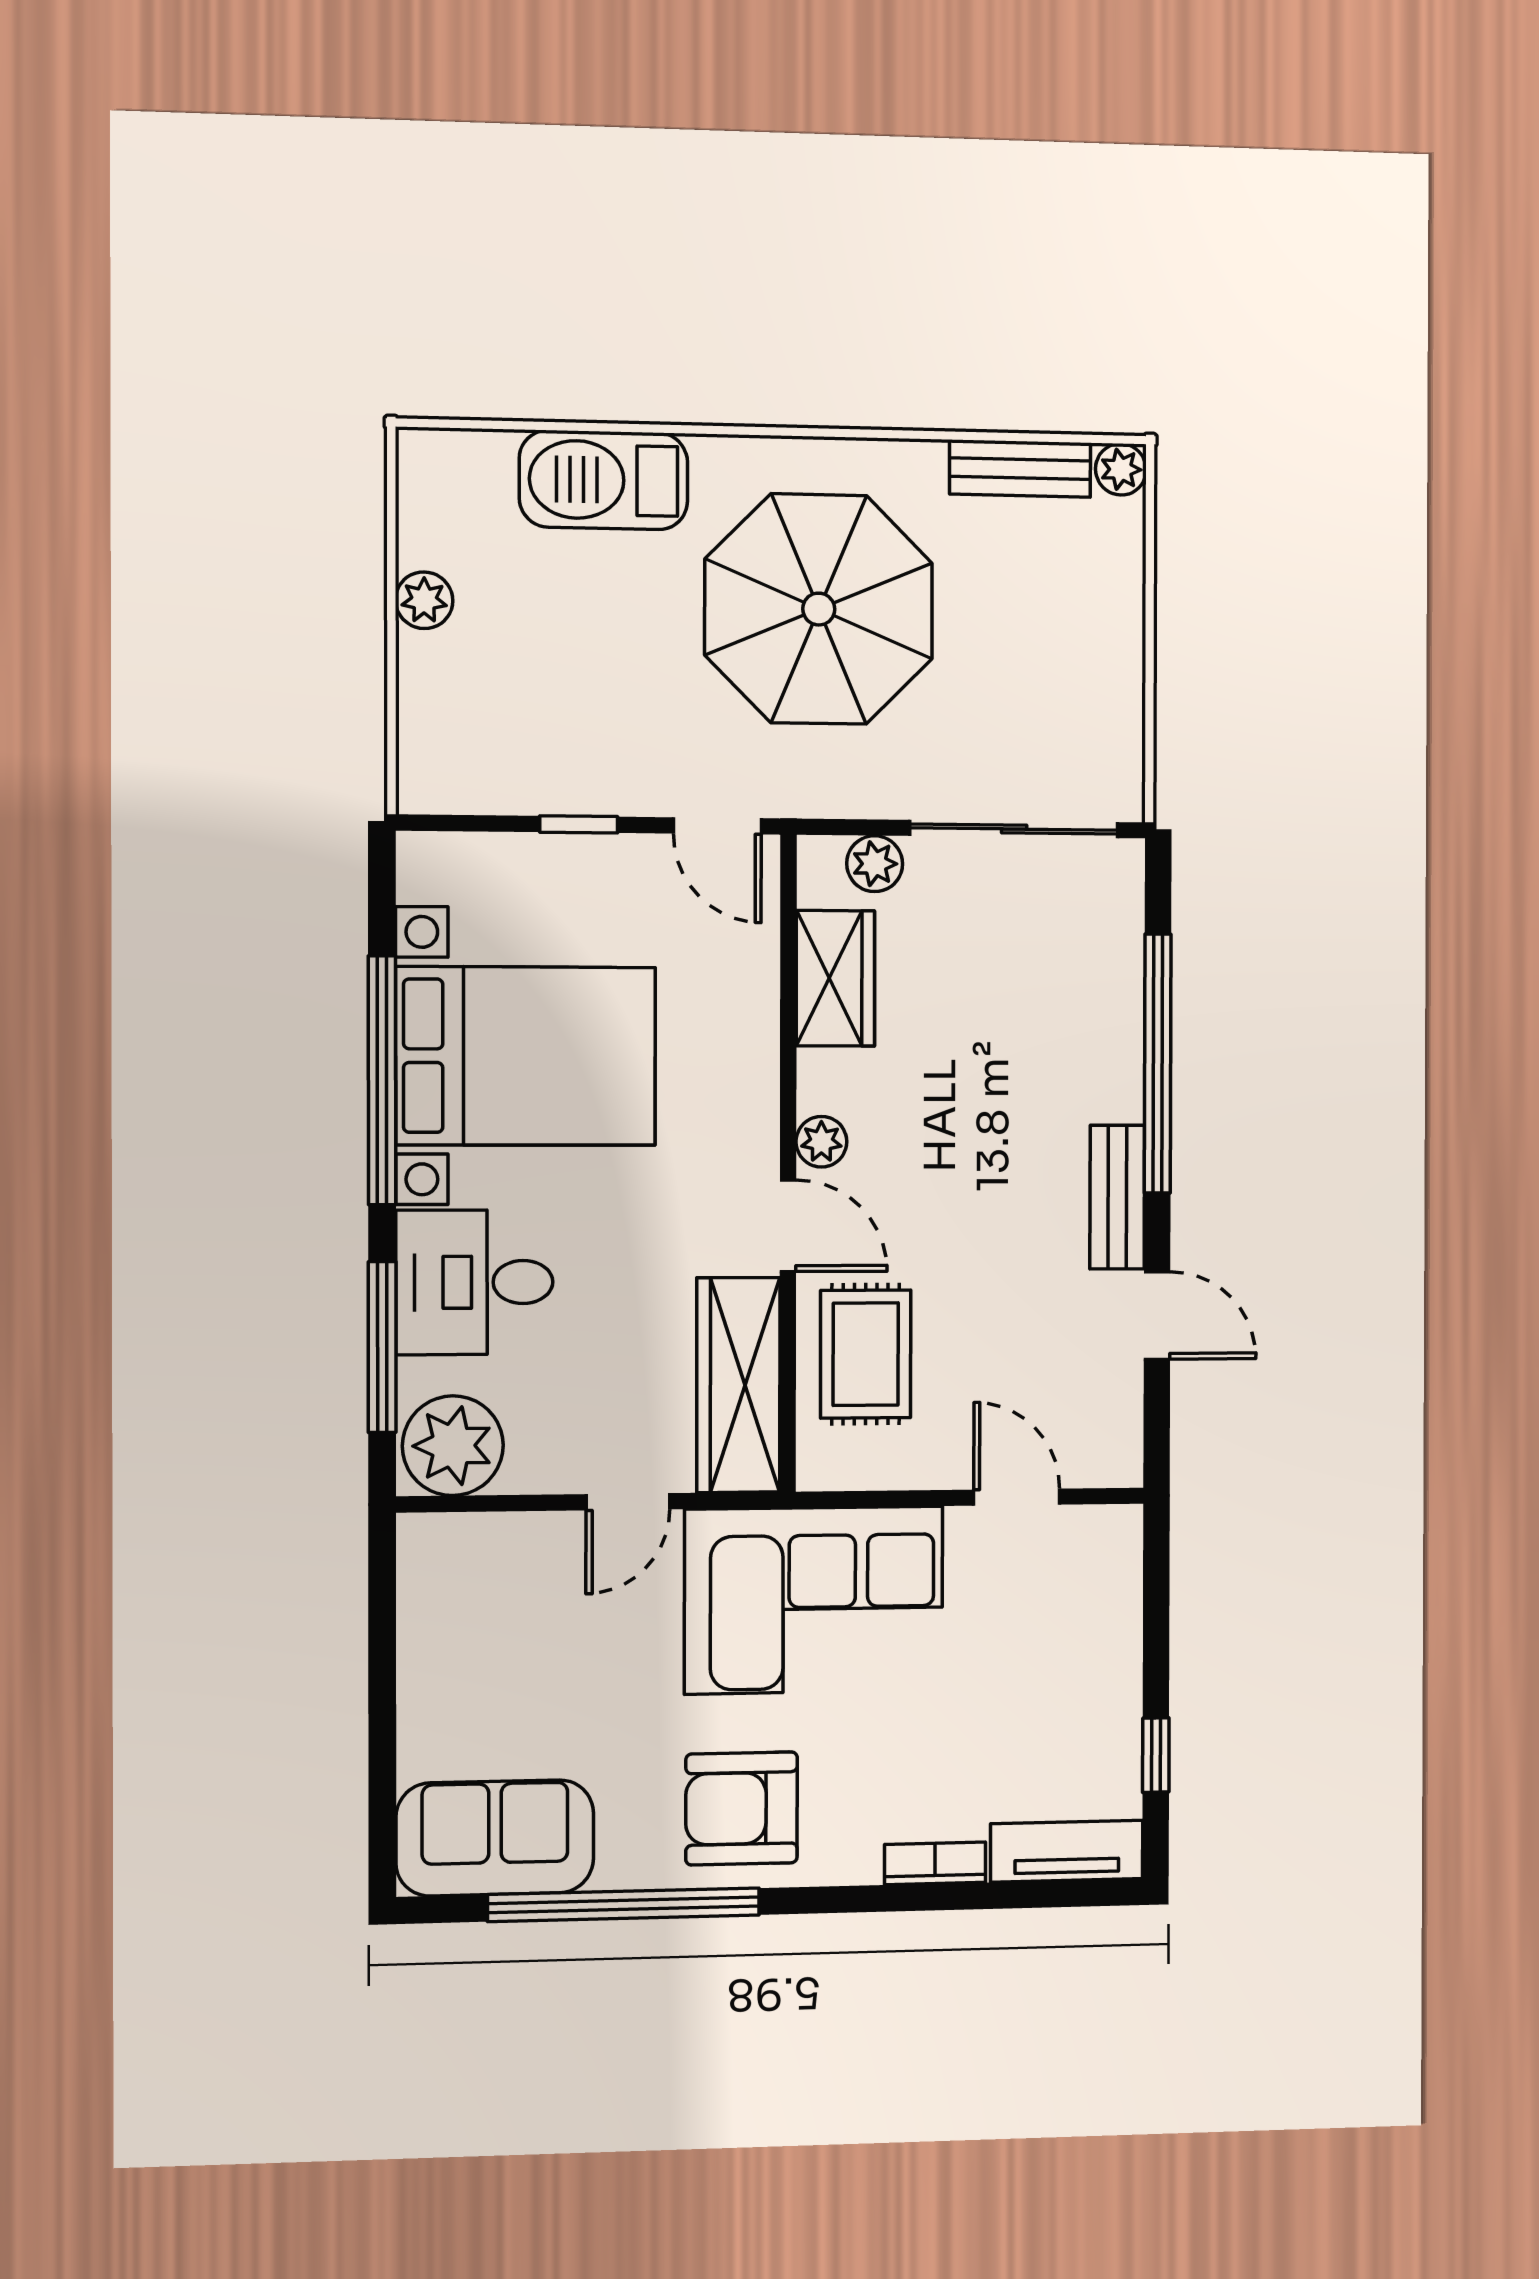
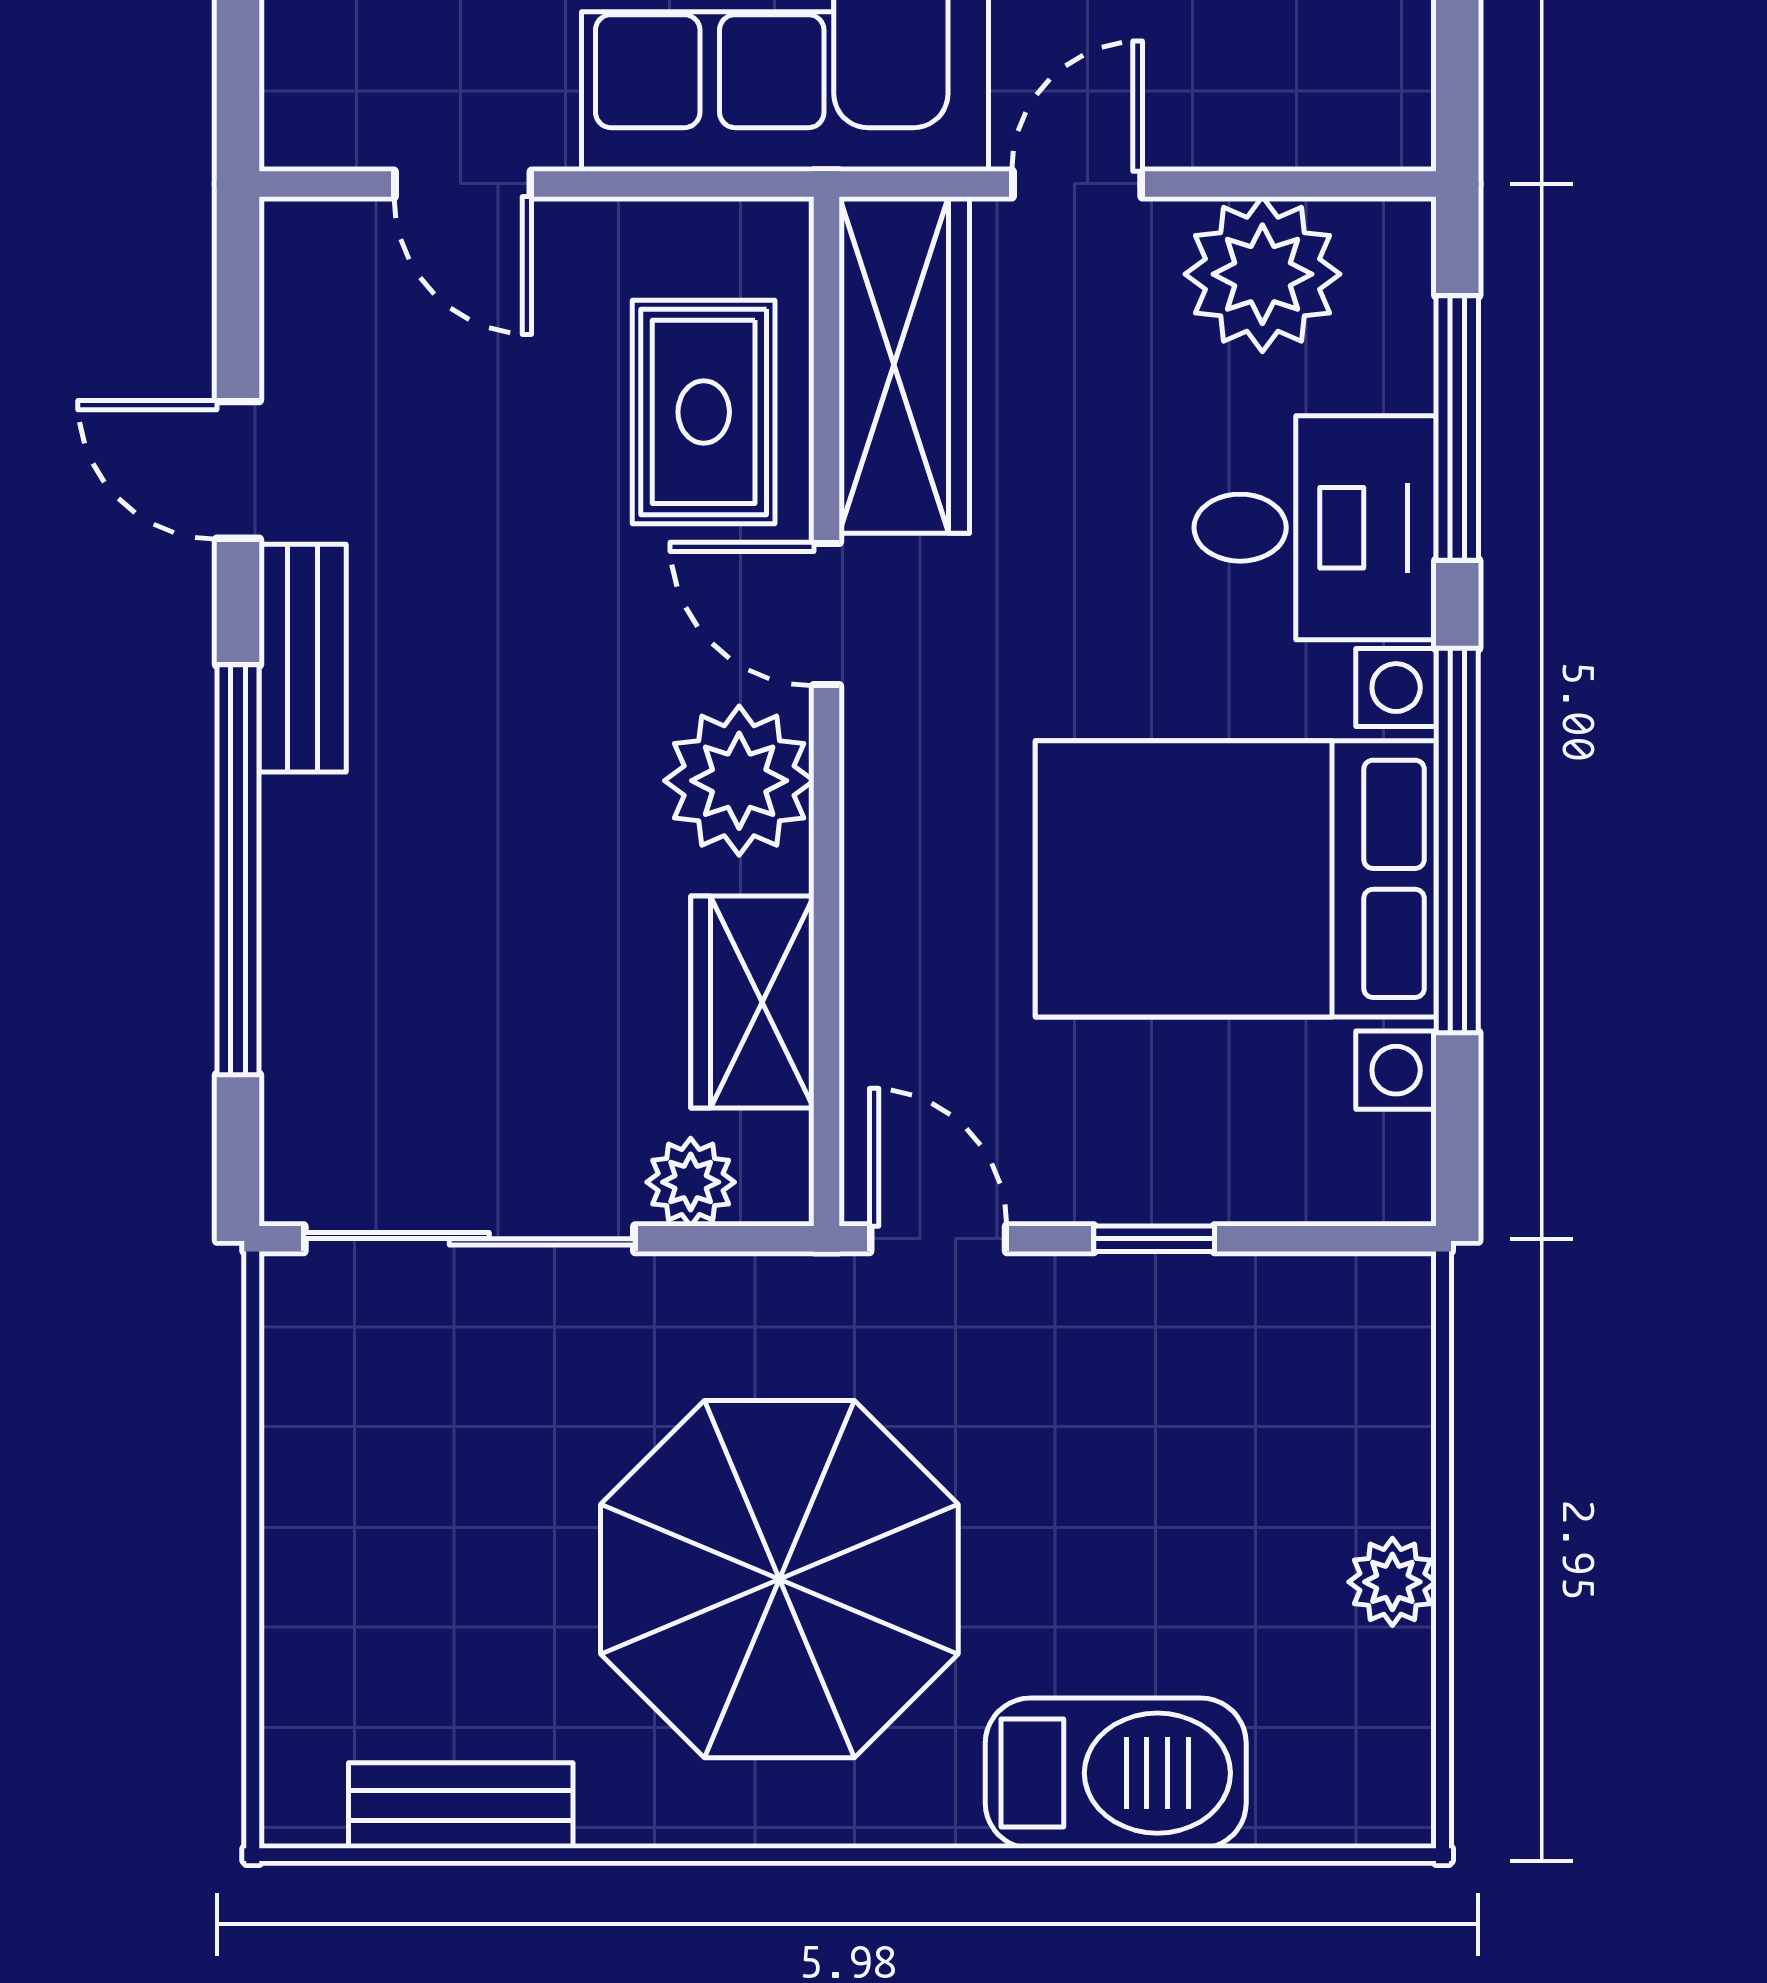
plant: (1121, 469) -> (300, 1808), removed
plant: (821, 1142) -> (739, 781), width x1.88, depth x1.88
plant: (453, 1446) -> (1262, 274), moved

